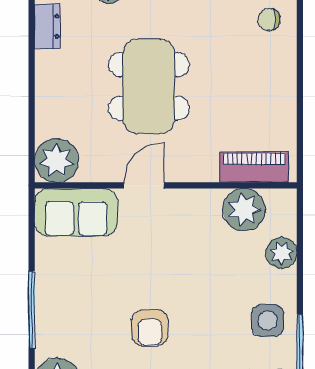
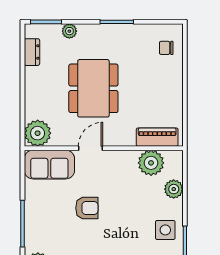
armchair: (150, 328) -> (87, 208), moved, turned -90

